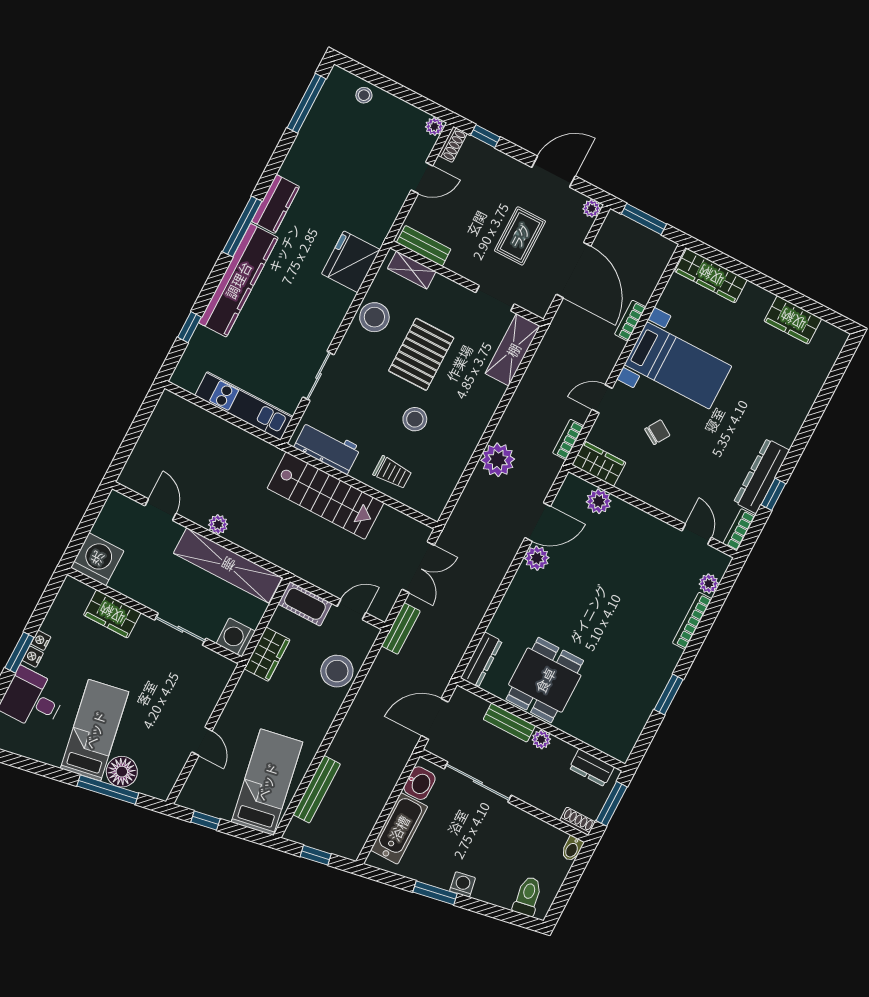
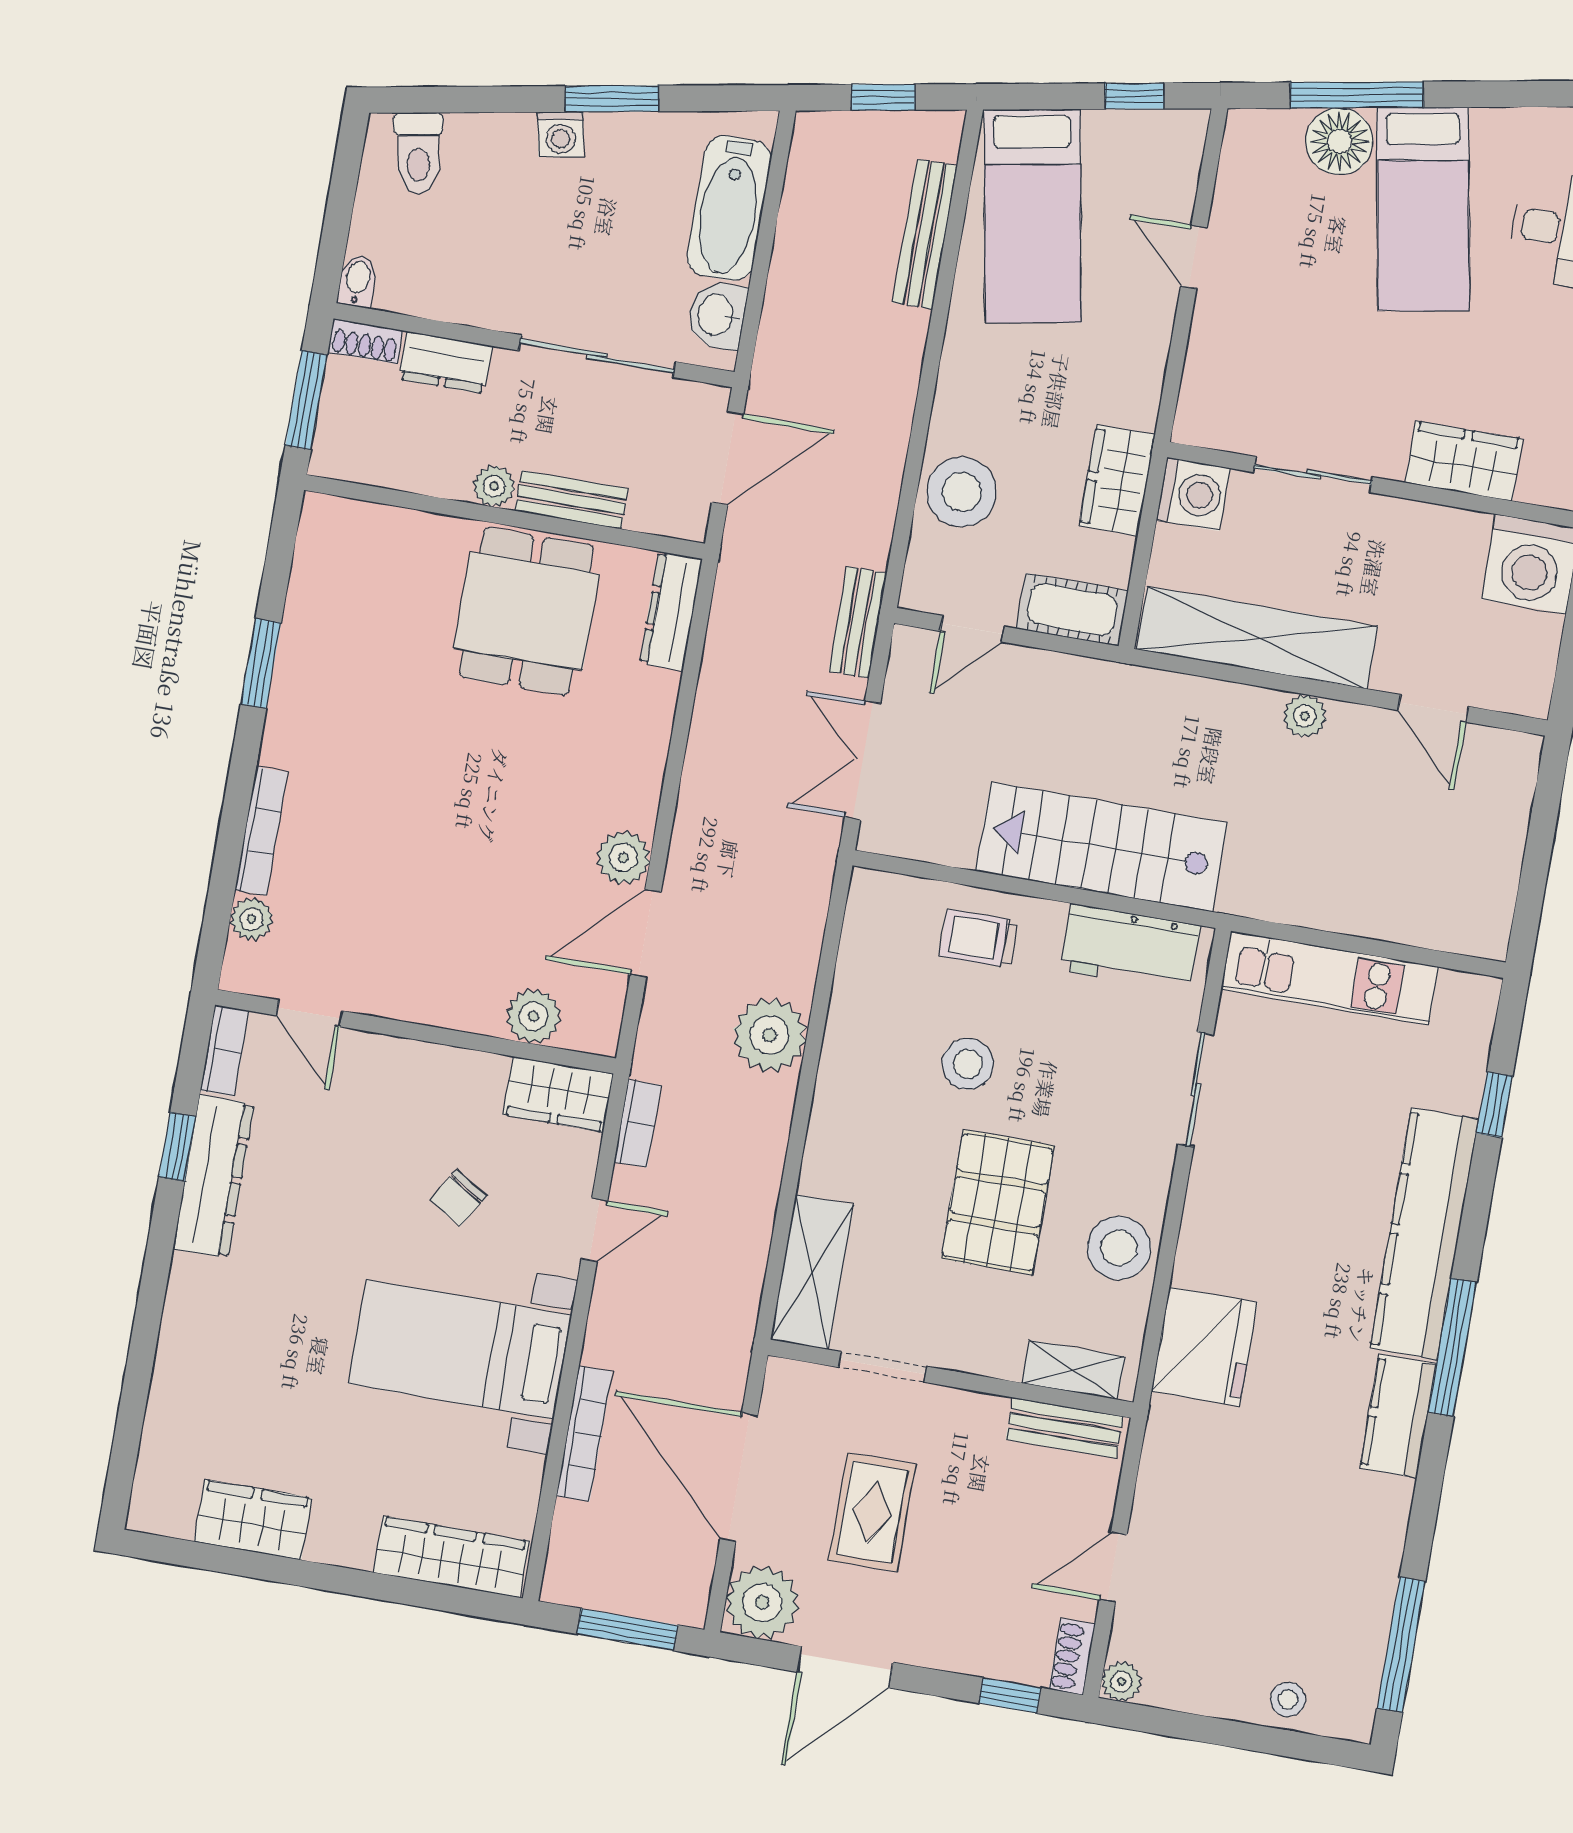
plant: (592, 208) -> (762, 1602), width x1.88, depth x1.88
bookcase: (630, 321) -> (584, 1434), width x1.56
dresser: (592, 768) -> (445, 362), moved, turned 180

